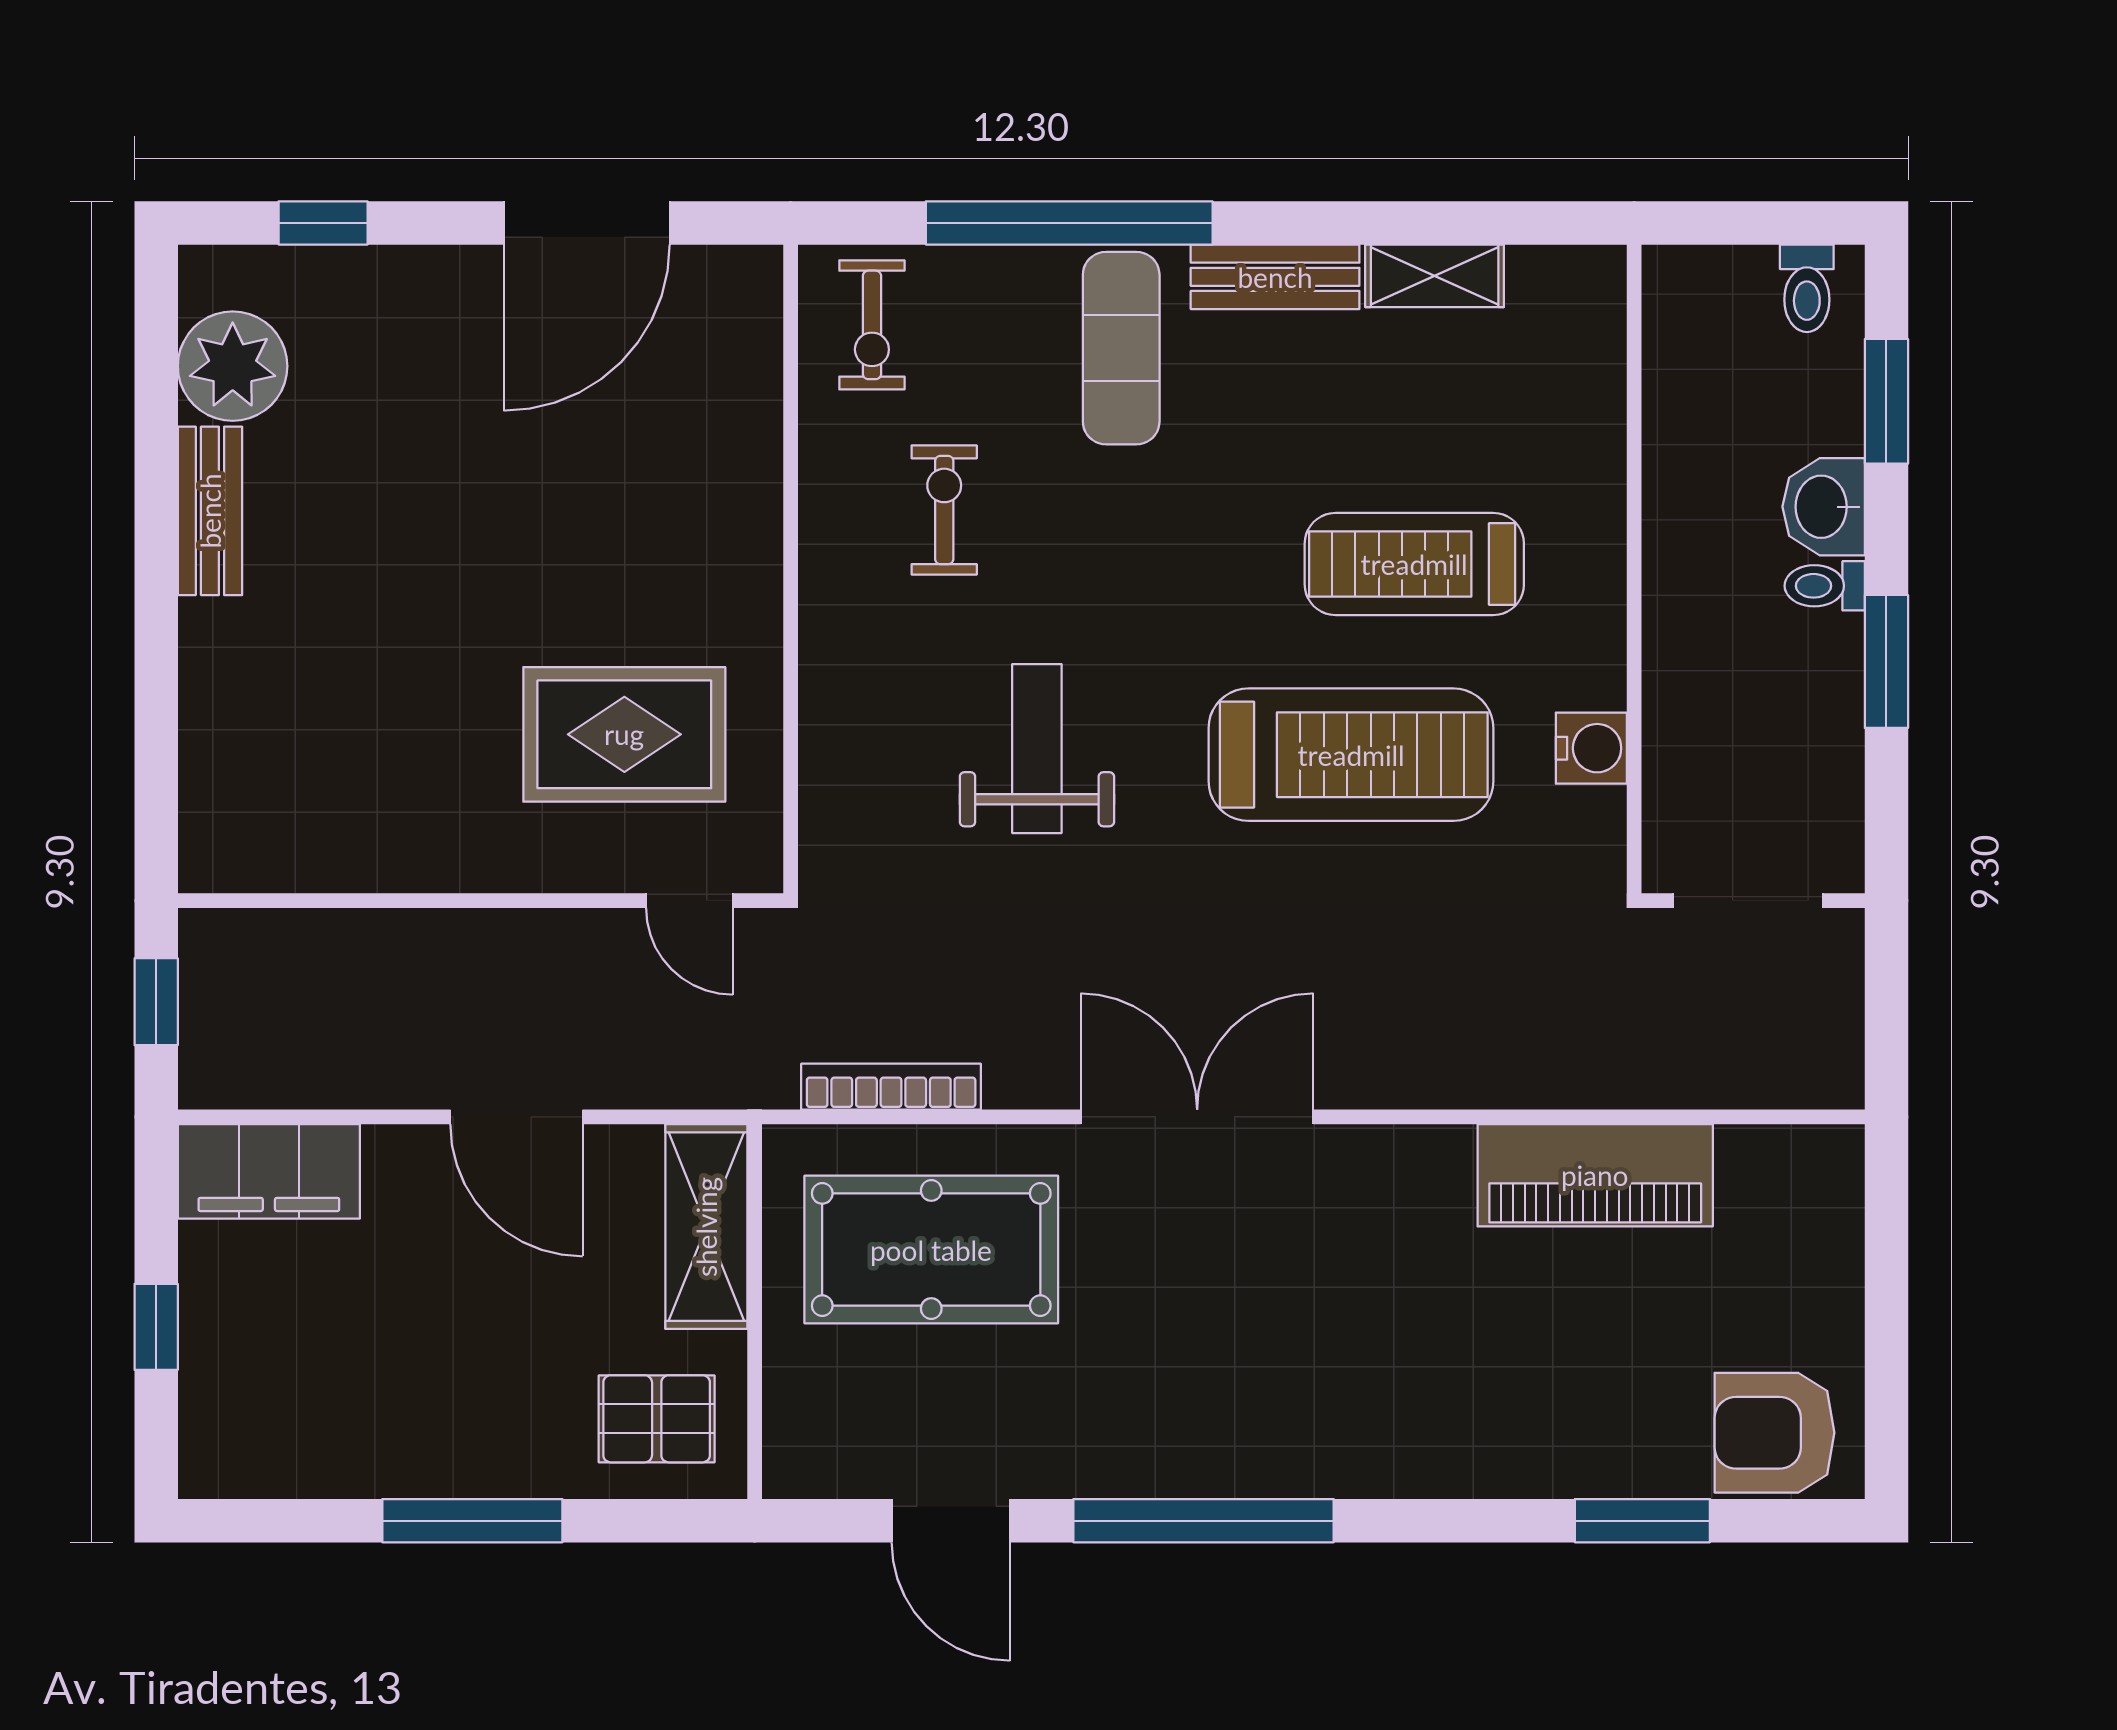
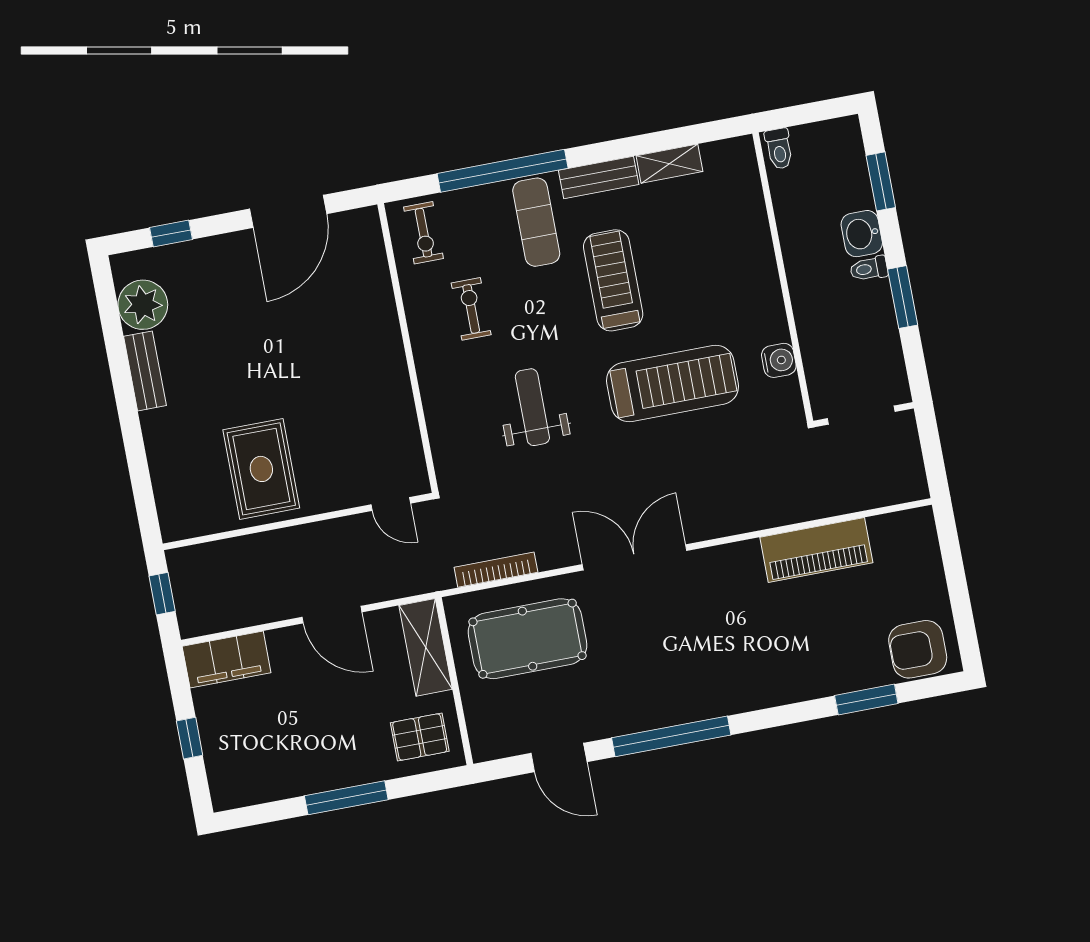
toilet: (1807, 288) -> (779, 149), moved
treadmill: (1414, 564) -> (613, 280), moved, turned 90
rug: (624, 734) -> (261, 469), moved, turned 90

